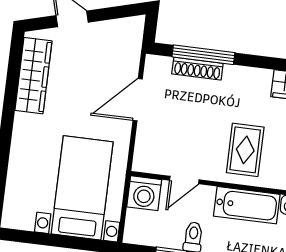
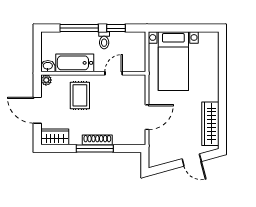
window: (203, 55) -> (95, 149), moved
shoe rack: (197, 69) -> (97, 140), moved
washing machine: (144, 193) -> (136, 62), removed

